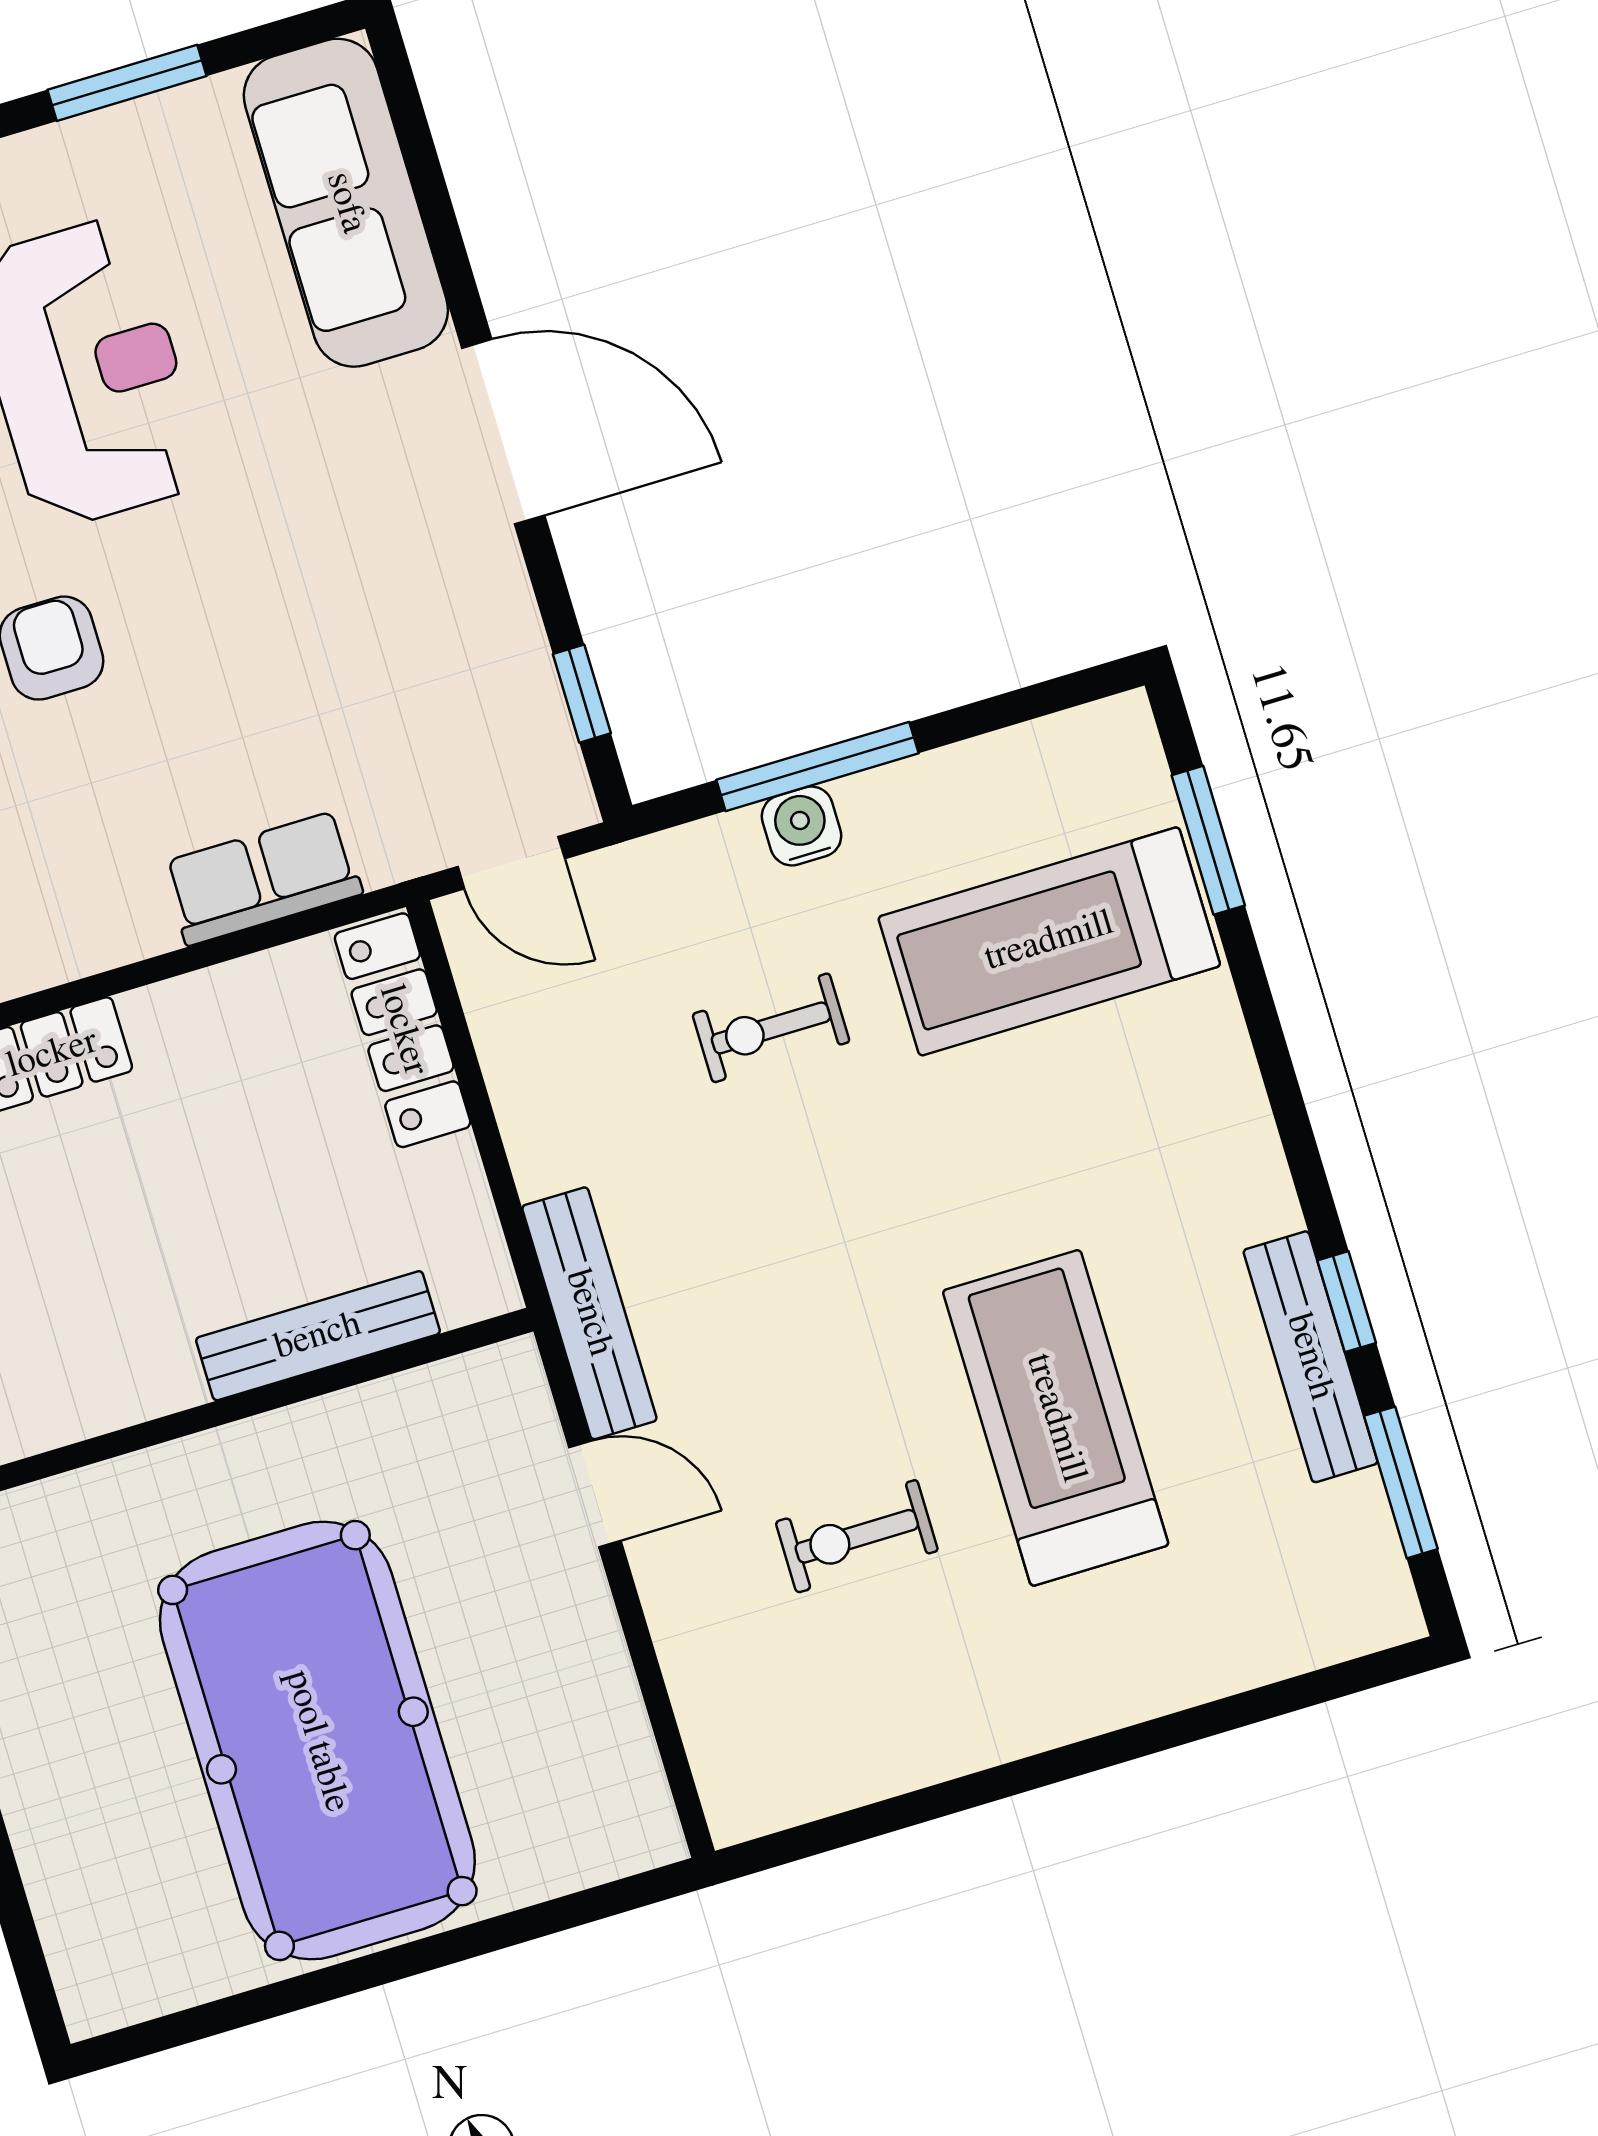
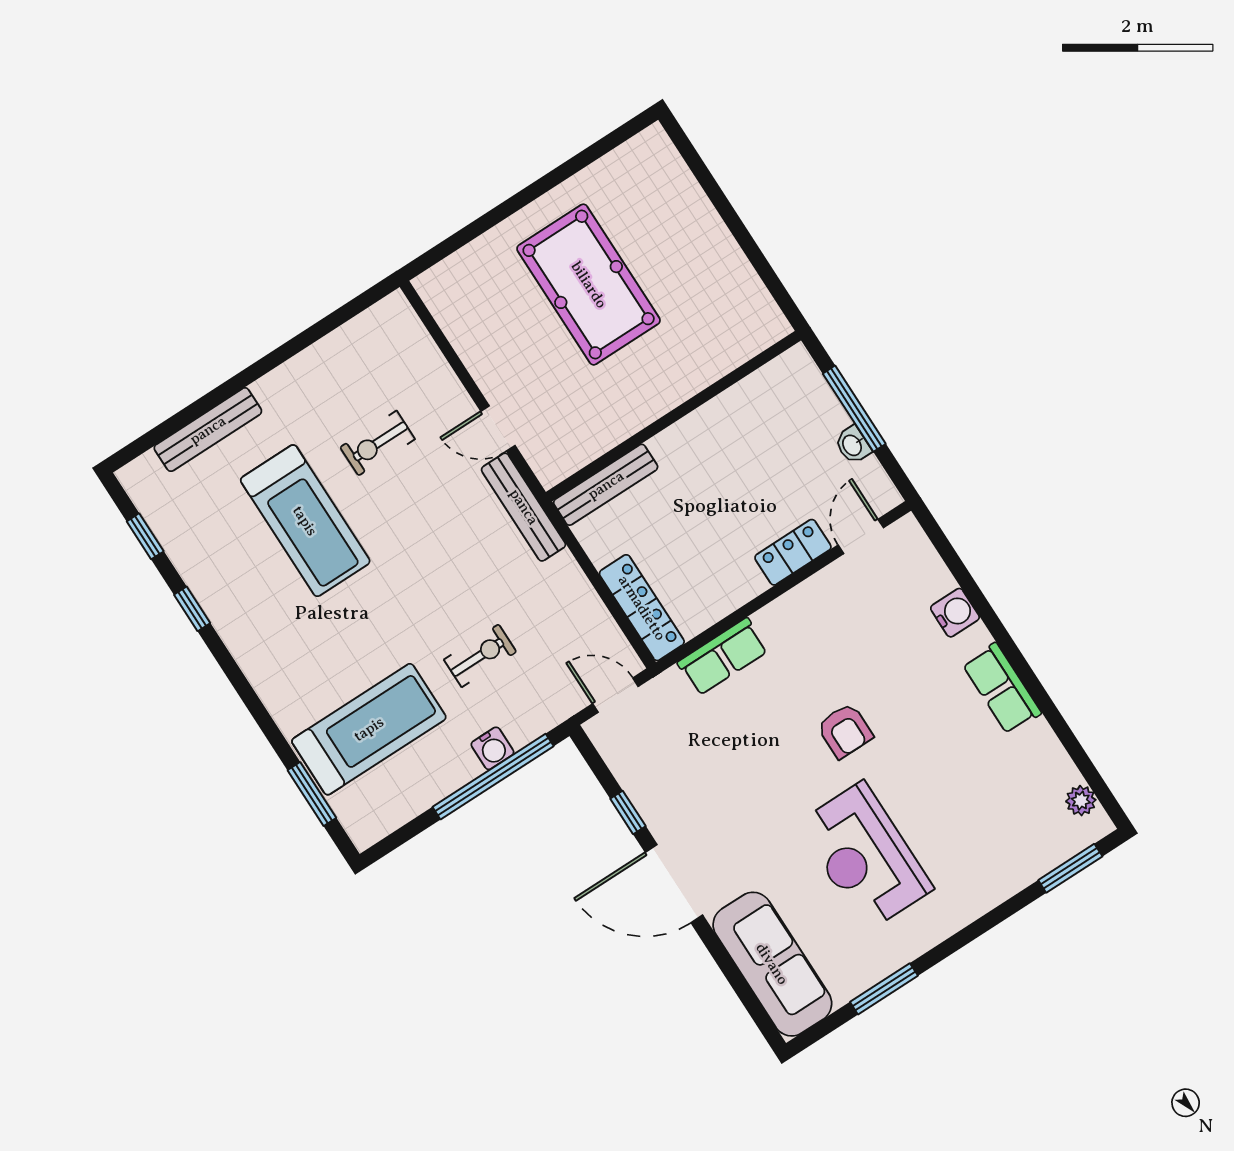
window: (582, 694) -> (628, 812), moved
window: (817, 766) -> (493, 777), width x1.46
bench: (318, 1336) -> (606, 485), moved
bench: (1310, 1357) -> (208, 430), moved, turned 90
window: (1401, 1482) -> (145, 536), width x0.67
exercise bike: (857, 1536) -> (377, 443), turned 180
pool table: (317, 1741) -> (589, 285), width x0.73, depth x0.76

